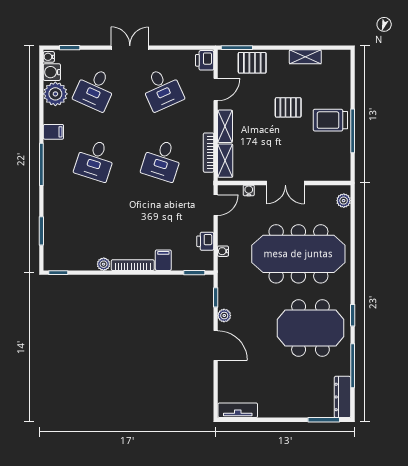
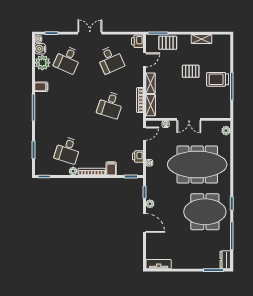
desk: (95, 160) -> (68, 150), moved
dresser: (342, 397) -> (225, 260), width x0.70

